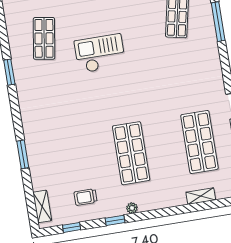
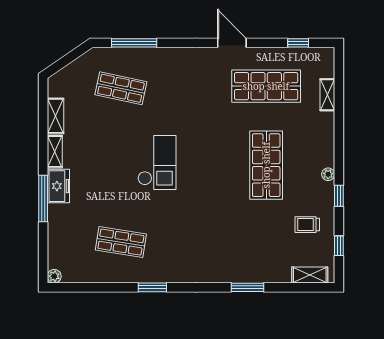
checkout: (100, 53) -> (157, 162), moved, turned 180
shop shelf: (131, 153) -> (266, 165), turned 90
trolley: (86, 197) -> (307, 225), turned 90

